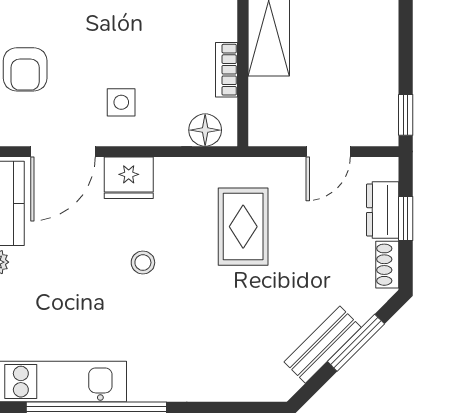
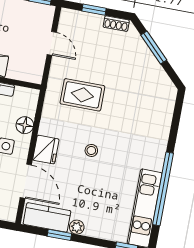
floor lamp: (205, 130) -> (25, 125), moved
dresser: (383, 210) -> (87, 21), removed
bench: (323, 345) -> (152, 65), removed

